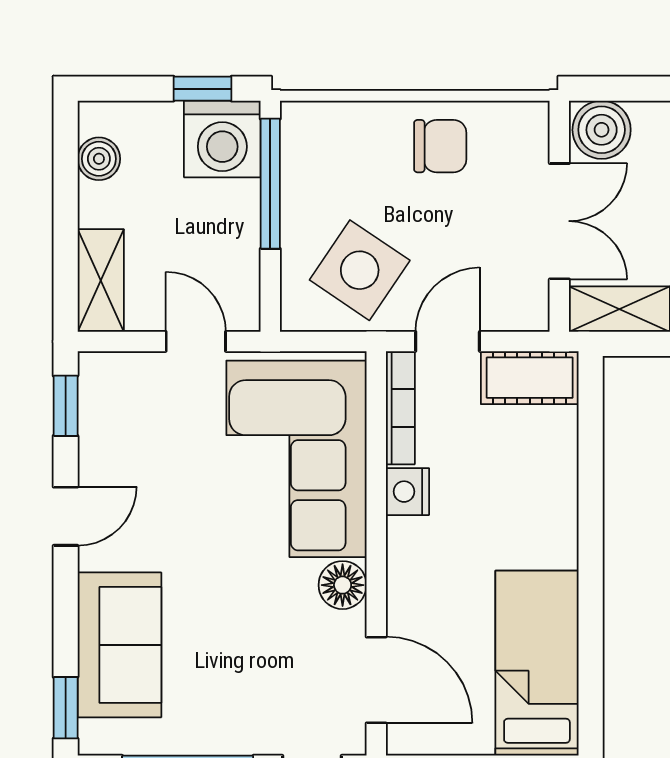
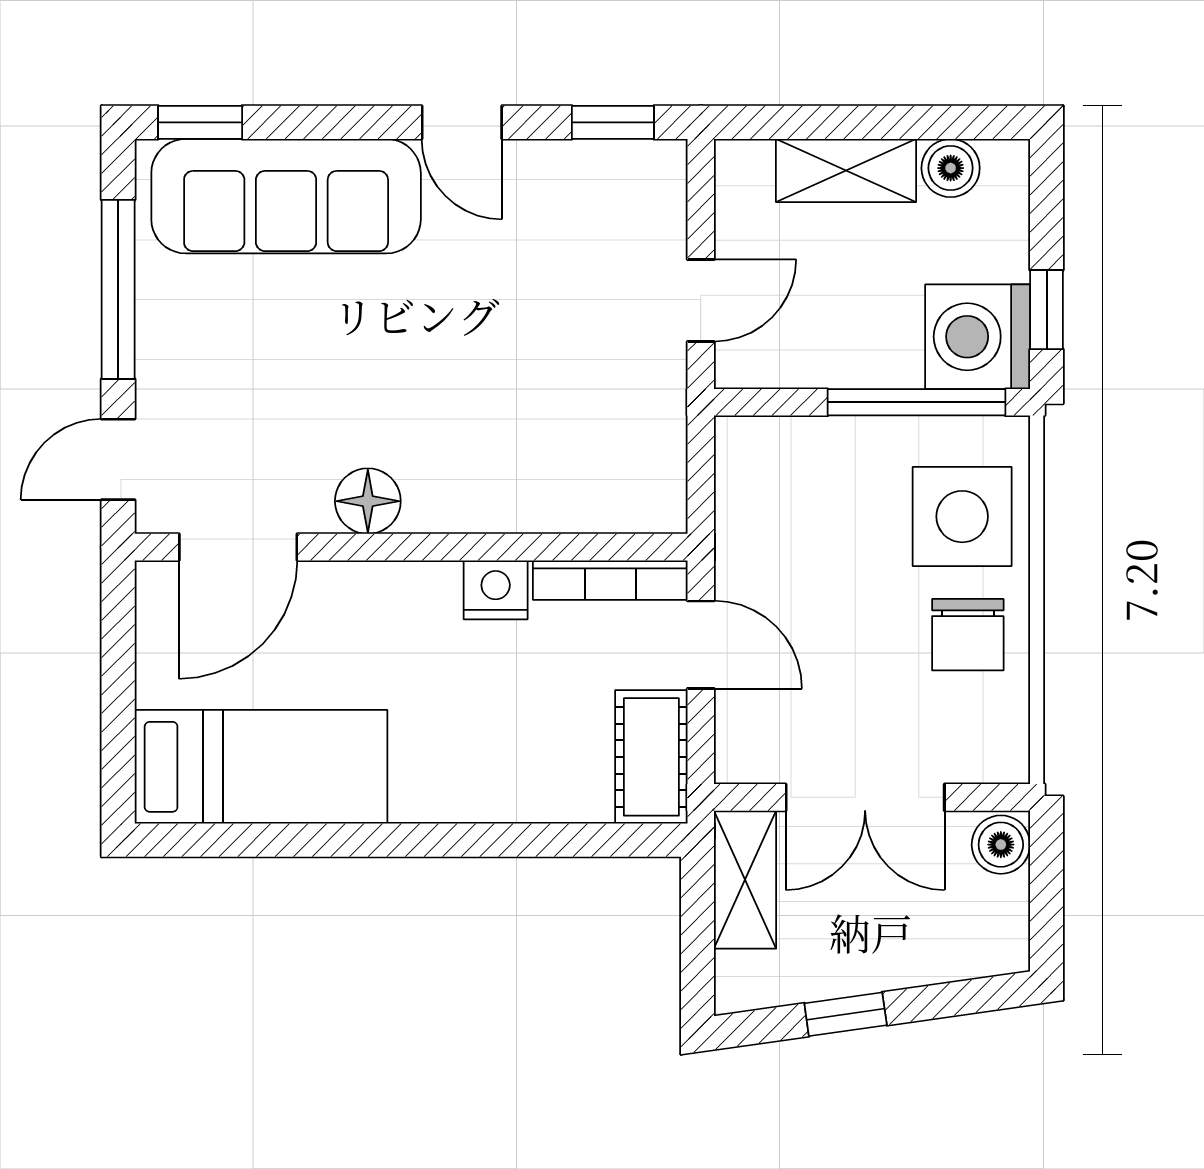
boiler: (602, 130) -> (1001, 845), width x0.73, depth x0.73
side table: (360, 270) -> (962, 517), moved, turned -34
shelving: (101, 280) -> (846, 170), moved
corner sofa: (296, 459) -> (540, 438), removed
sofa: (119, 645) -> (286, 196), width x1.36

